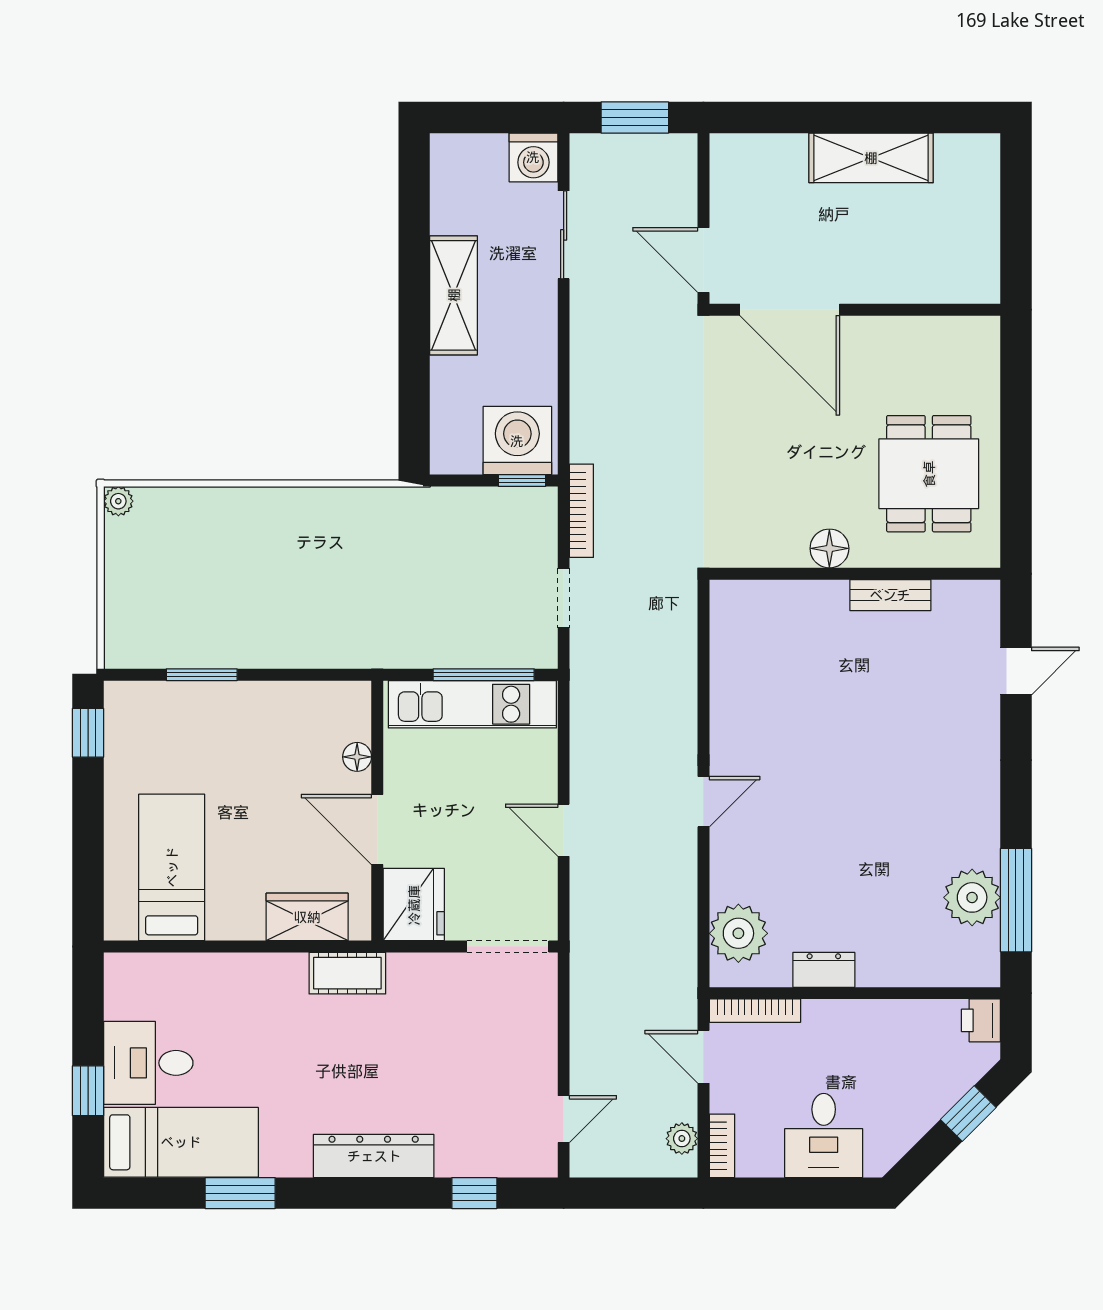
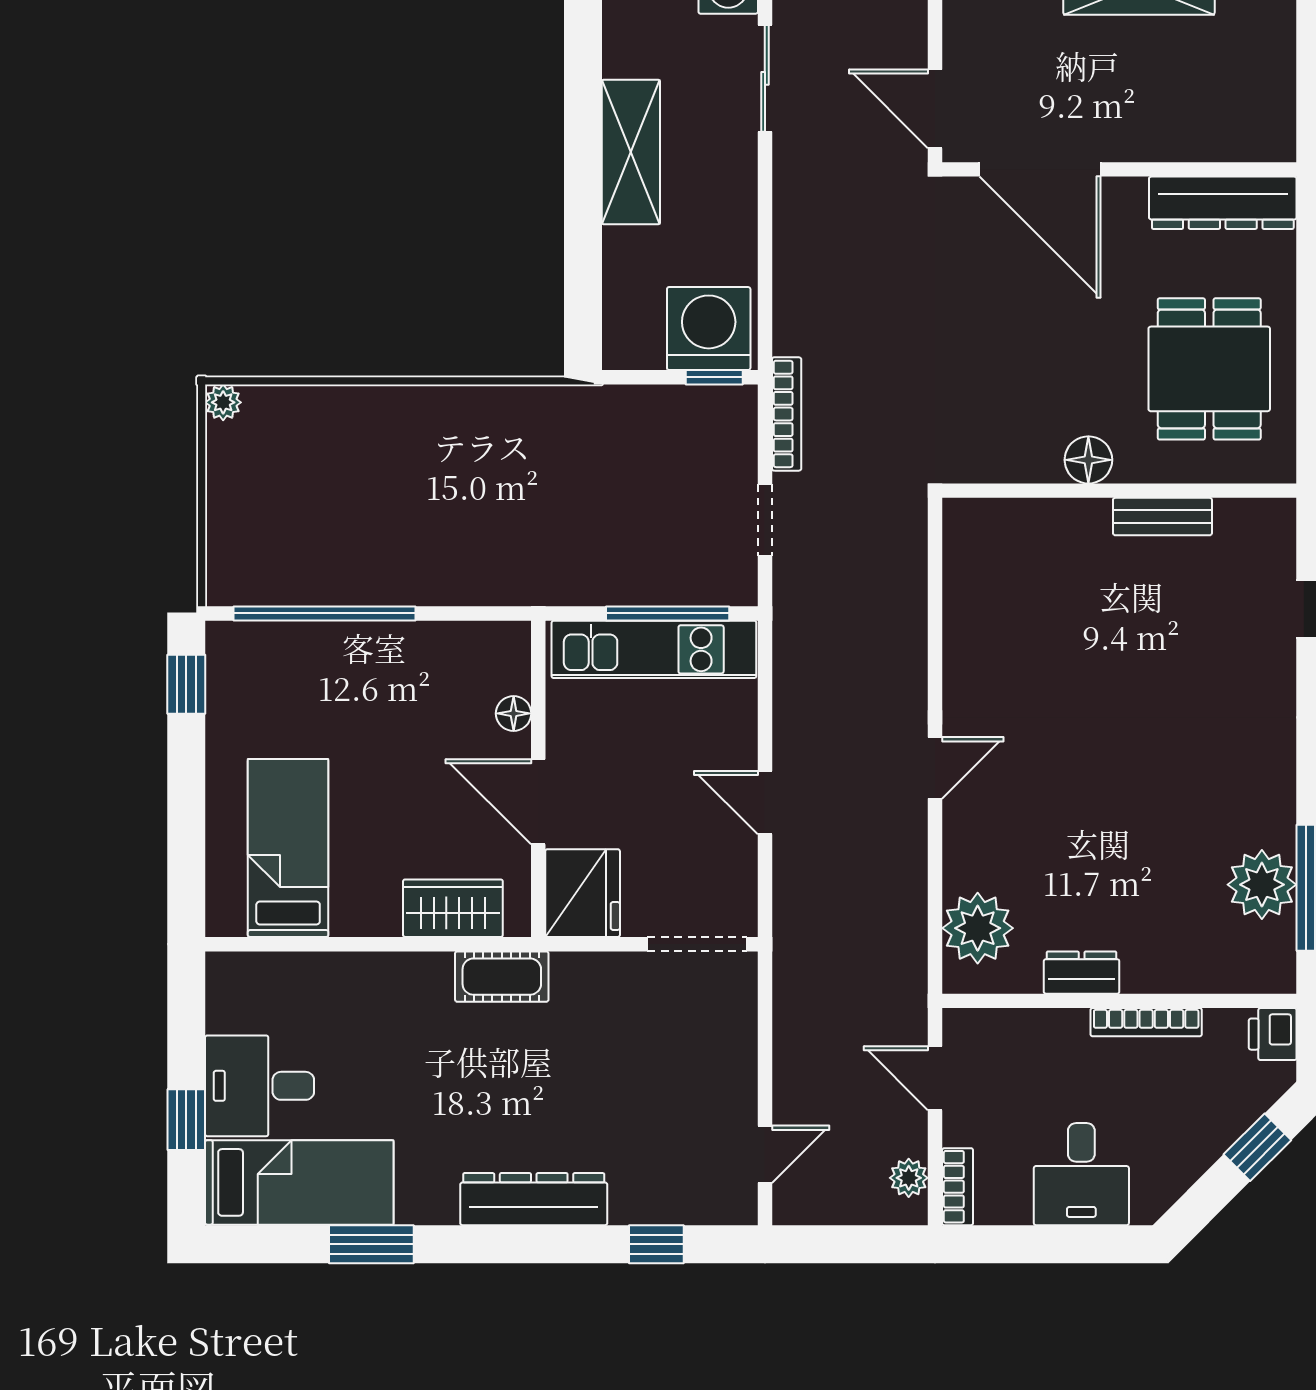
dresser: (940, 337) -> (1223, 203), added
window: (202, 675) -> (324, 613), width x2.11
bookcase: (755, 1011) -> (1146, 1022), moved

